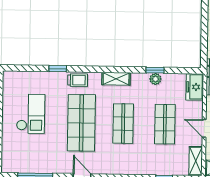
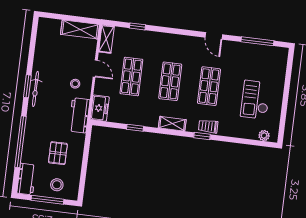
window: (58, 69) -> (202, 136), moved
plant: (155, 79) -> (264, 136), moved
shop shelf: (81, 123) -> (209, 86), width x0.70, depth x0.74

